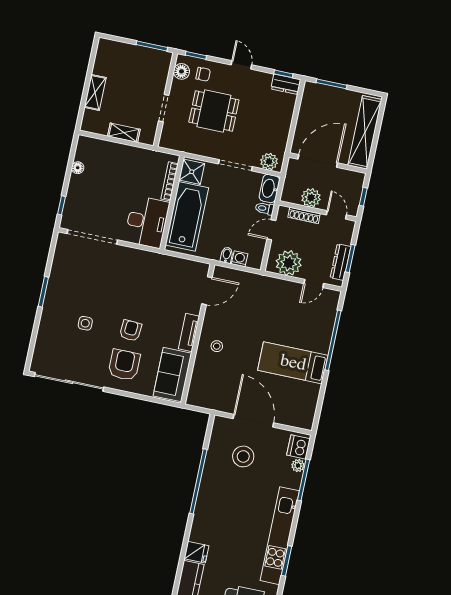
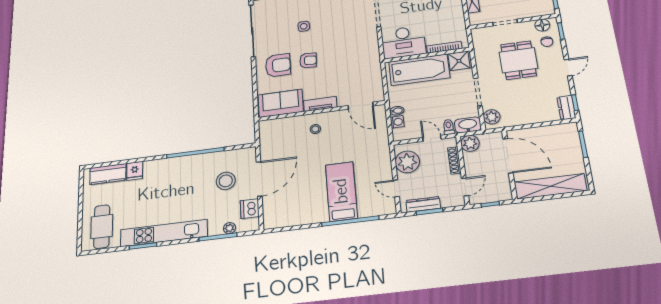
plant: (311, 198) -> (470, 143), moved
bed: (293, 363) -> (341, 191), moved
dishwasher: (299, 447) -> (250, 209), moved, turned -90

